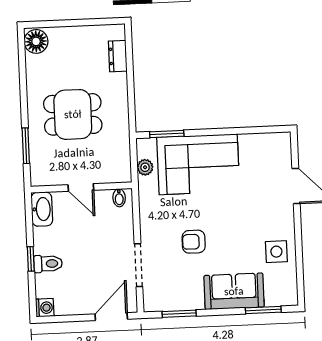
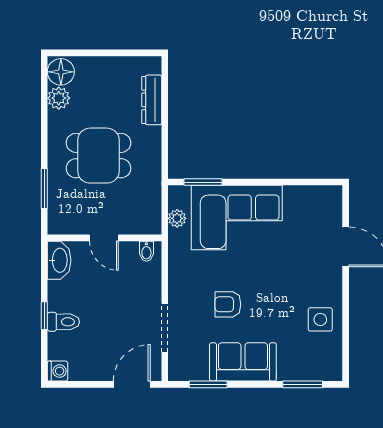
dresser: (118, 56) -> (152, 100), width x1.44
plant: (35, 65) -> (59, 98), added
sofa: (234, 291) -> (243, 362), moved

